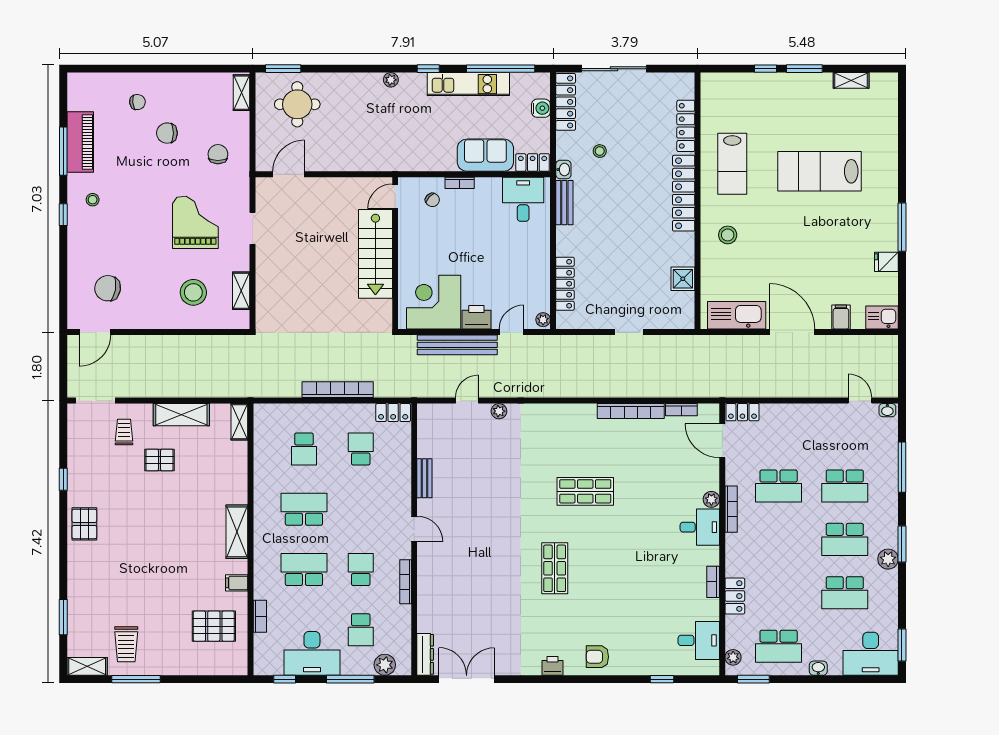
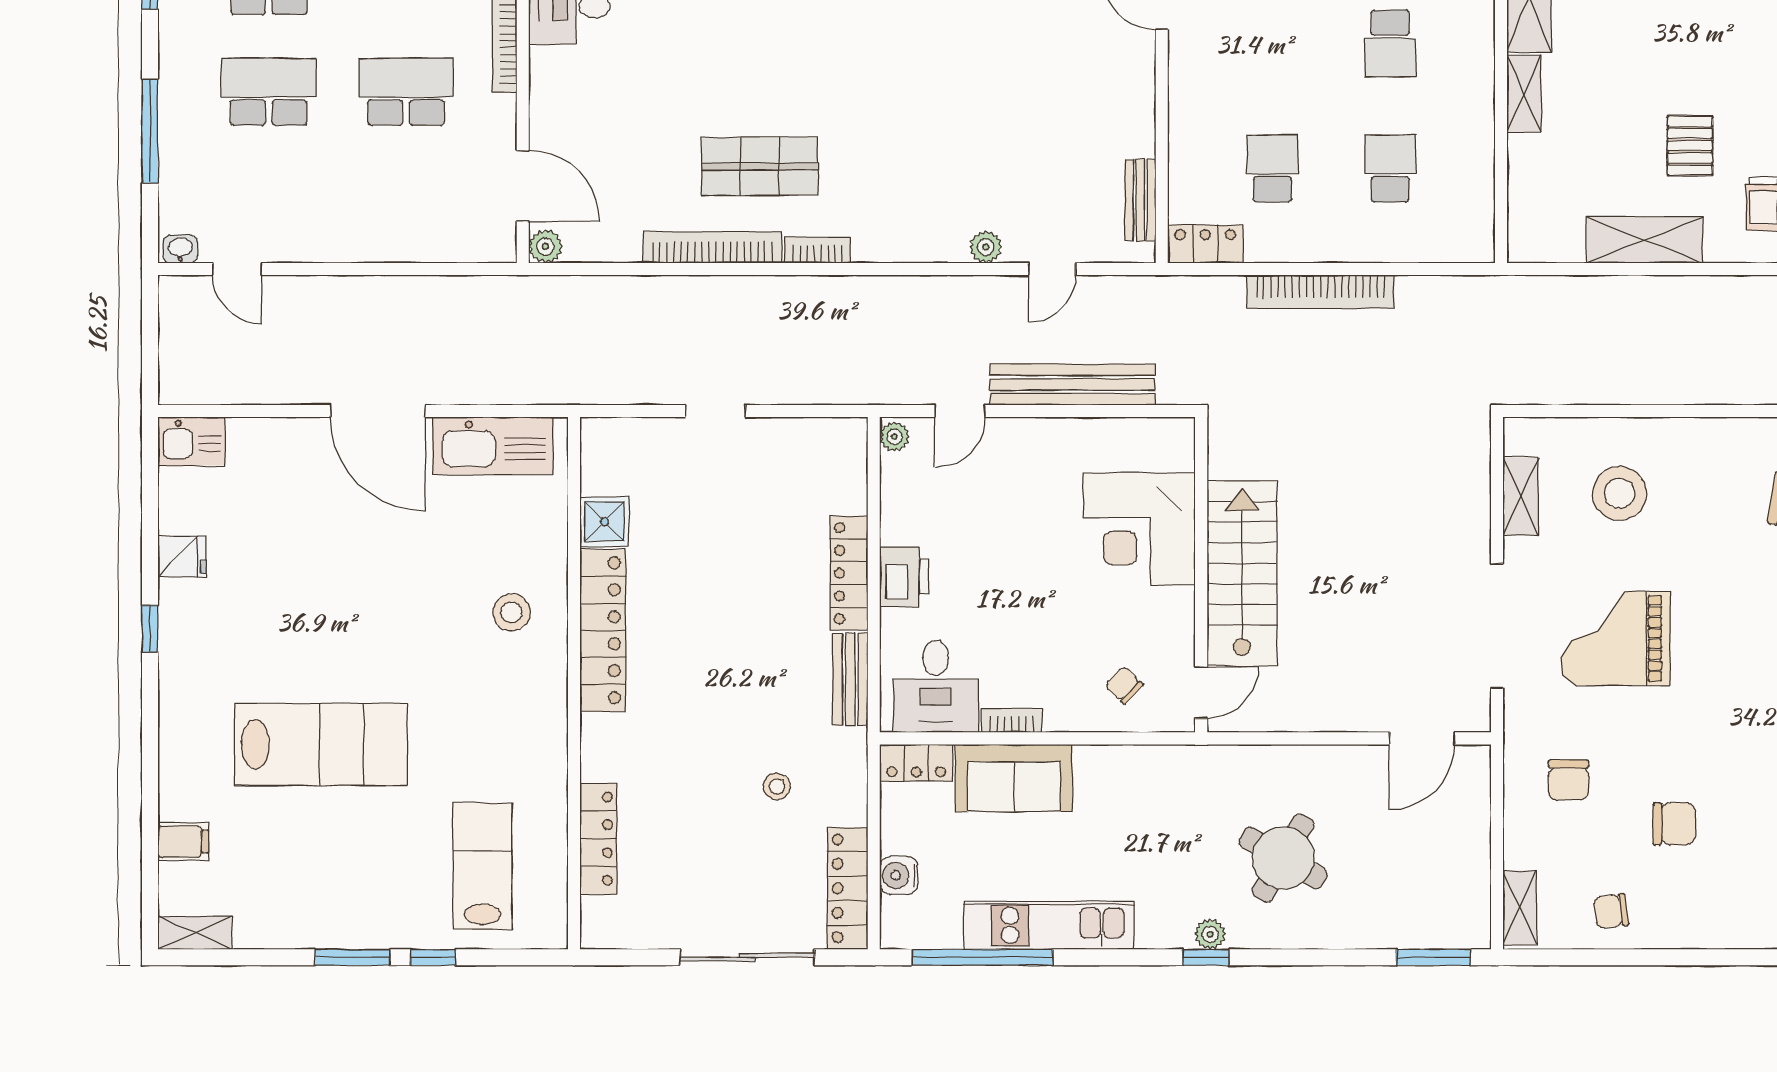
window: (428, 69) -> (1206, 957), moved
shelving: (851, 80) -> (195, 933), moved
chair: (137, 102) -> (1611, 911), moved
round table: (297, 104) -> (1283, 858), moved, turned 30
lab bench: (732, 164) -> (482, 866), moved
washbasin: (563, 170) -> (852, 748), removed
bookcase: (460, 183) -> (1012, 720), moved
locker: (684, 193) -> (603, 630), moved
grand piano: (195, 222) -> (1616, 638), turned 90
window: (902, 227) -> (150, 629), width x0.46
doorway: (252, 228) -> (1497, 626), width x1.87
locker: (565, 284) -> (849, 573), moved
corner desk: (434, 302) -> (1139, 529), moved, turned 90
printer: (476, 317) -> (904, 577), moved, turned -90
filing cabinet: (841, 317) -> (183, 842), moved, turned -90
bookcase: (681, 410) -> (818, 250), moved
locker: (742, 412) -> (481, 245), removed
shelving: (239, 422) -> (1524, 94), moved
school desk: (361, 449) -> (1272, 168), turned 180
pallet: (159, 460) -> (1690, 146), turned 90
bench: (424, 478) -> (1140, 200), moved
shop shelf: (585, 491) -> (760, 166), moved
plant: (711, 499) -> (545, 246), moved
school desk: (304, 509) -> (1390, 44), width x0.54

